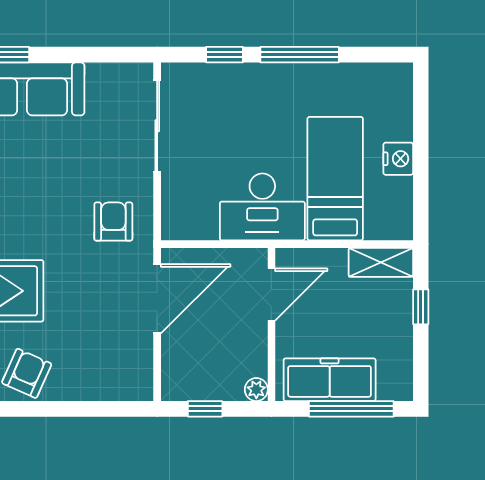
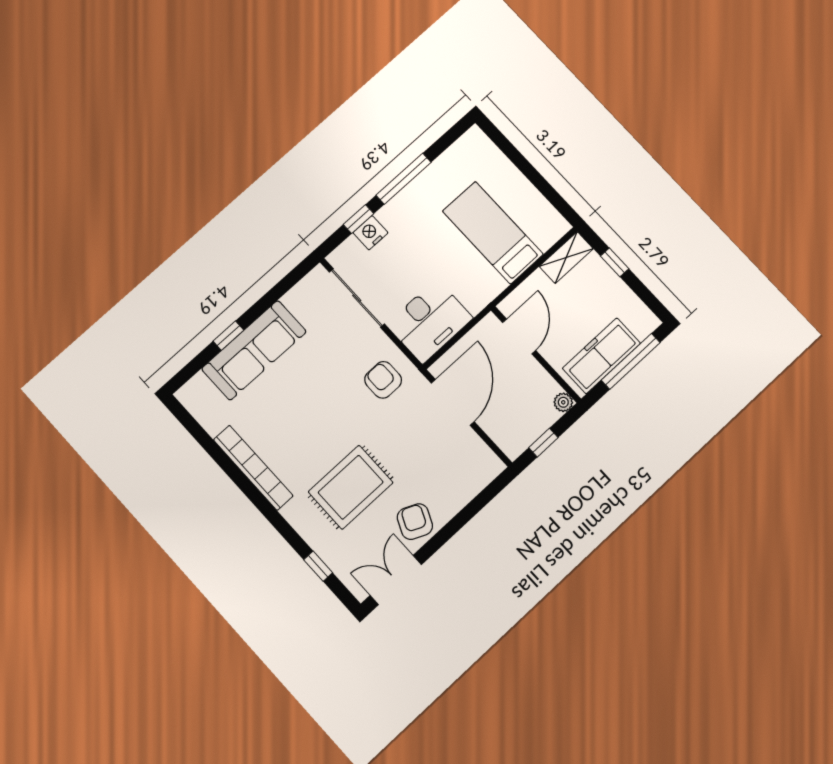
nightstand: (398, 159) -> (371, 233), moved, turned -90
desk: (262, 207) -> (430, 321), moved

